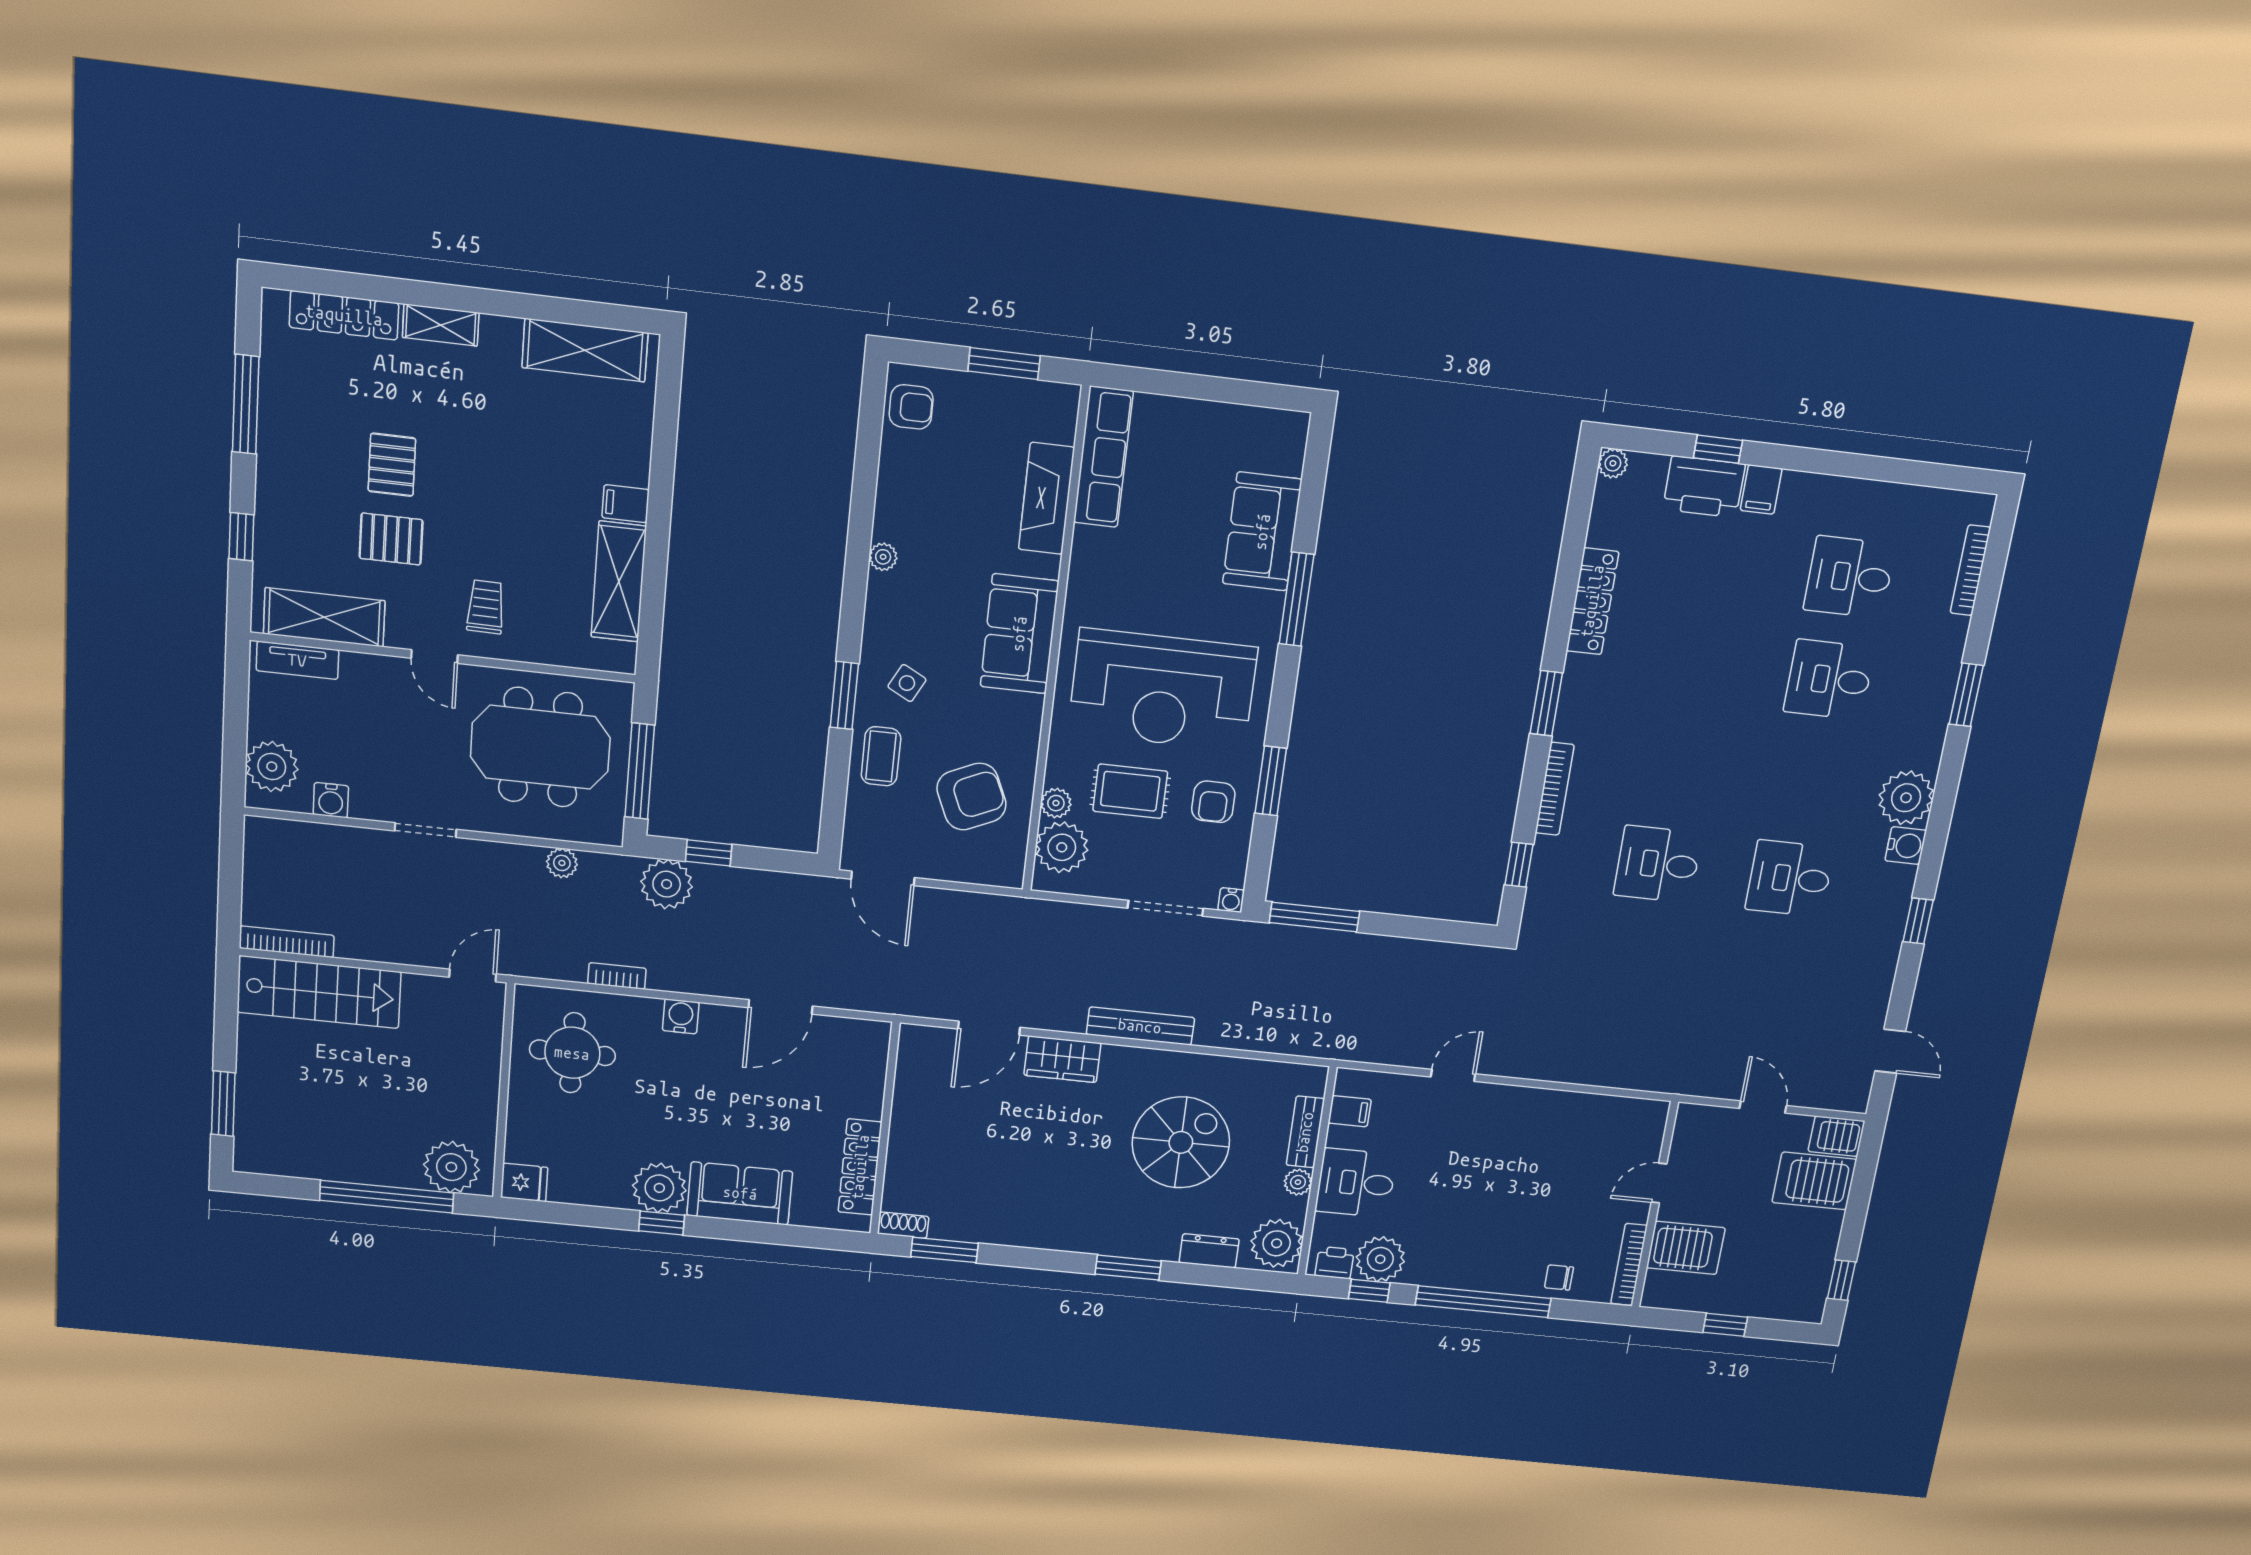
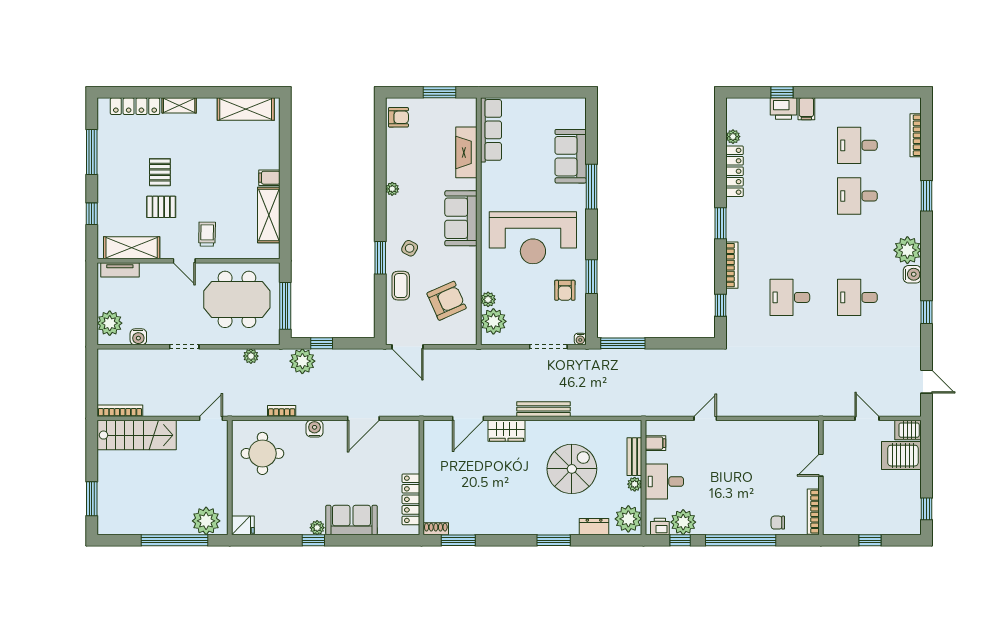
plant: (1613, 463) -> (733, 137), moved
printer: (1704, 487) -> (784, 109), width x0.73, depth x0.84
rug: (1130, 791) -> (524, 290), removed
plant: (659, 1188) -> (317, 528), width x0.53, depth x0.53
server rack: (1686, 1248) -> (841, 499), removed

